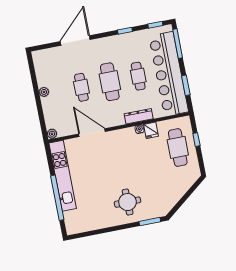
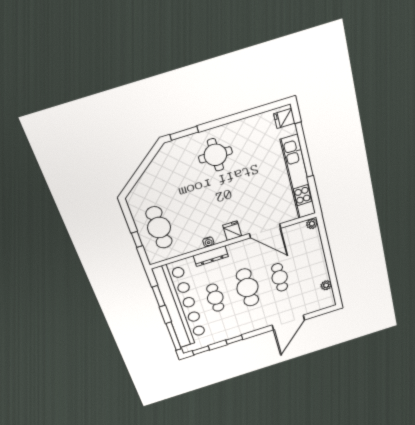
plant: (44, 92) -> (326, 285), moved
fridge: (151, 130) -> (232, 231), moved
fridge: (72, 225) -> (284, 118), added

